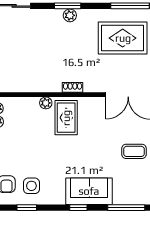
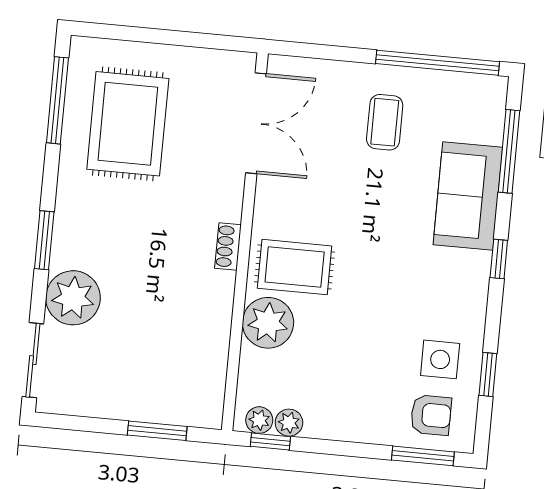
plant: (70, 15) -> (73, 298), moved, width x1.87, depth x1.87
plant: (46, 103) -> (268, 323), width x1.88, depth x1.88
sofa: (89, 191) -> (468, 196), moved

